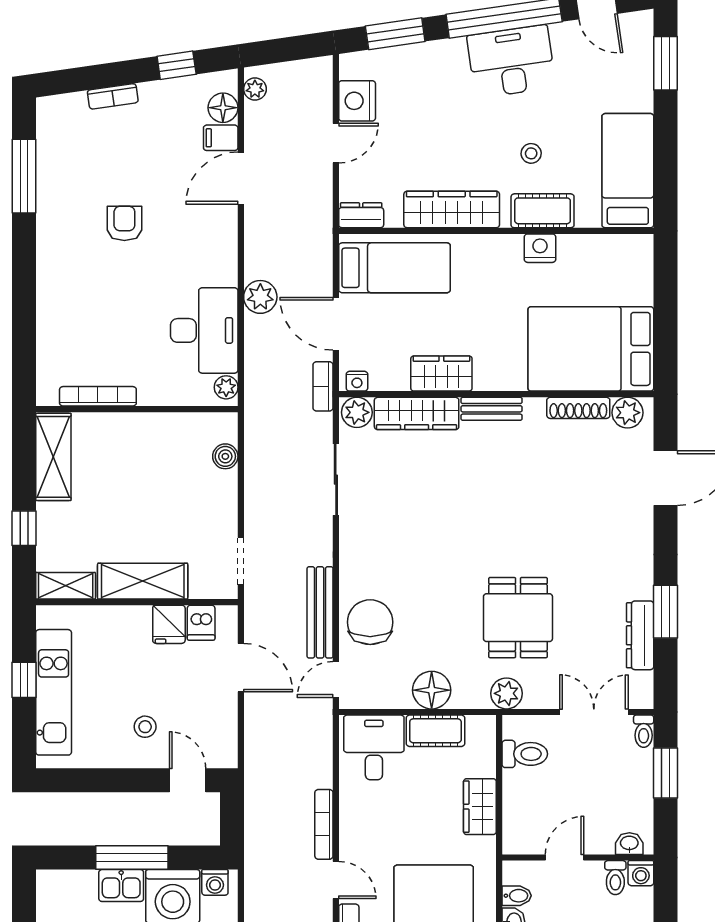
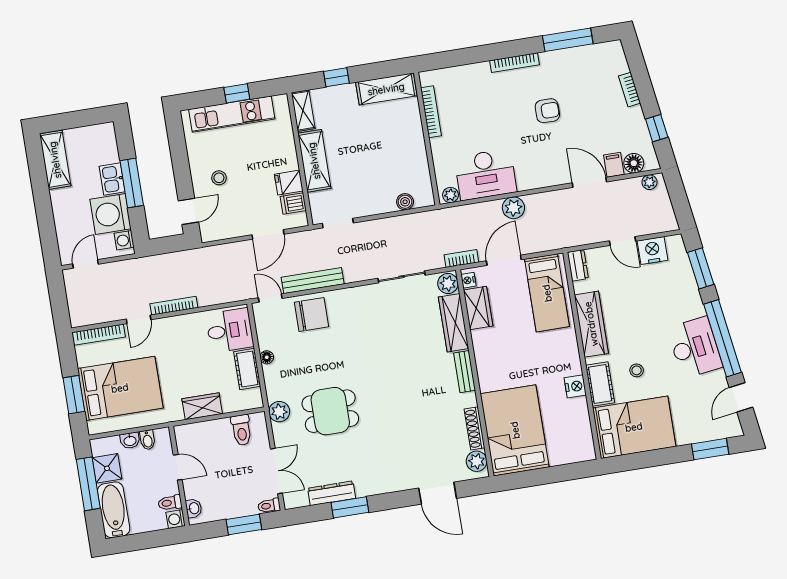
bed: (628, 171) -> (634, 427), width x1.50
bookcase: (45, 261) -> (514, 63), added
wardrobe: (441, 374) -> (478, 308), moved
floor lamp: (432, 690) -> (267, 357), width x0.53, depth x0.53

